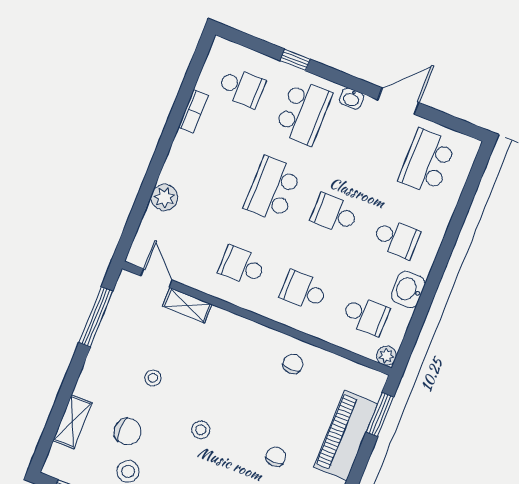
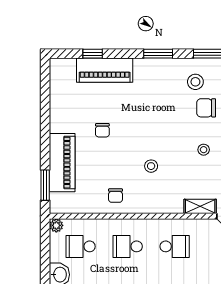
school desk: (304, 291) -> (128, 246), turned 180
stool: (201, 430) -> (151, 166), moved

